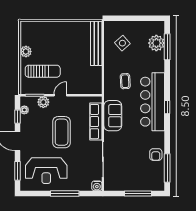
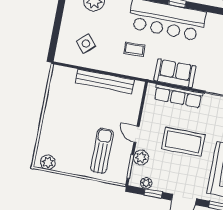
bench: (96, 43) -> (105, 81), moved
plant: (26, 52) -> (48, 162), moved

